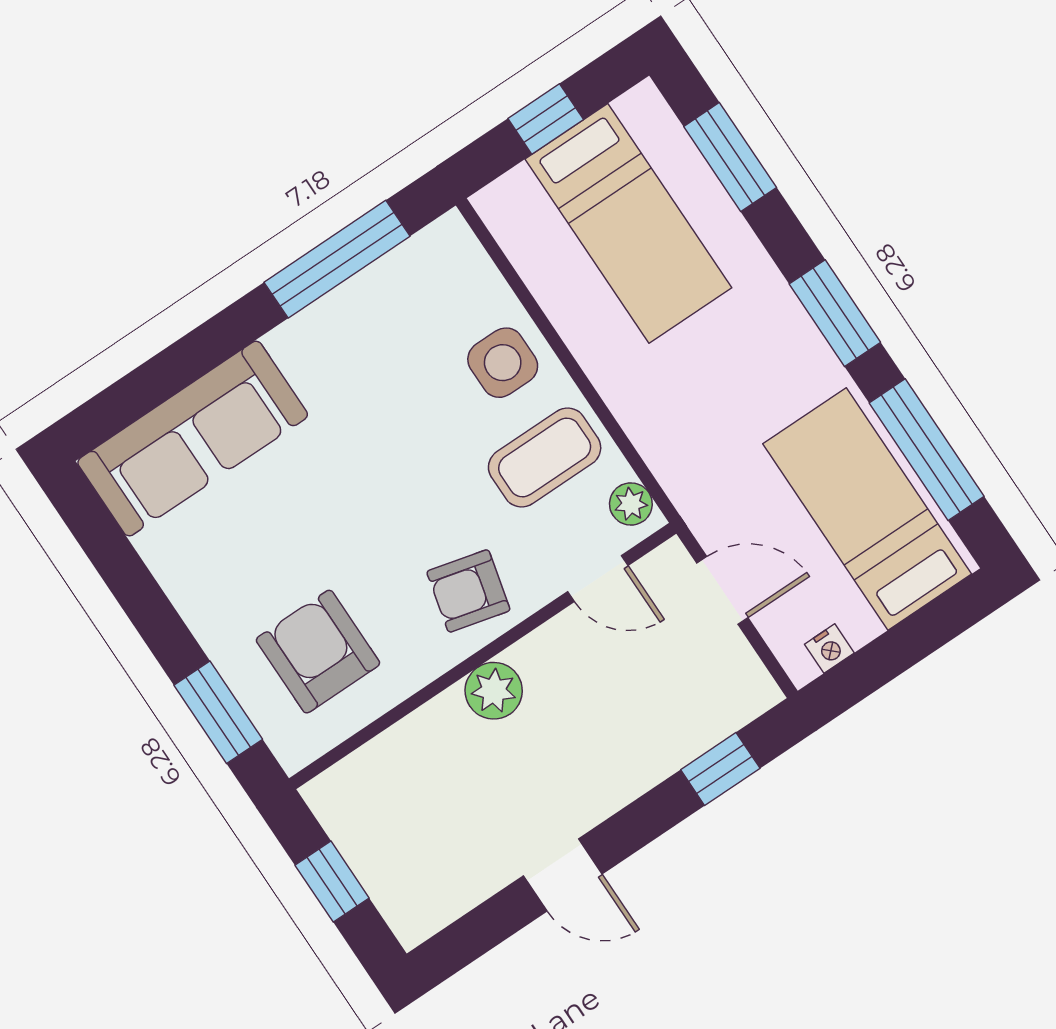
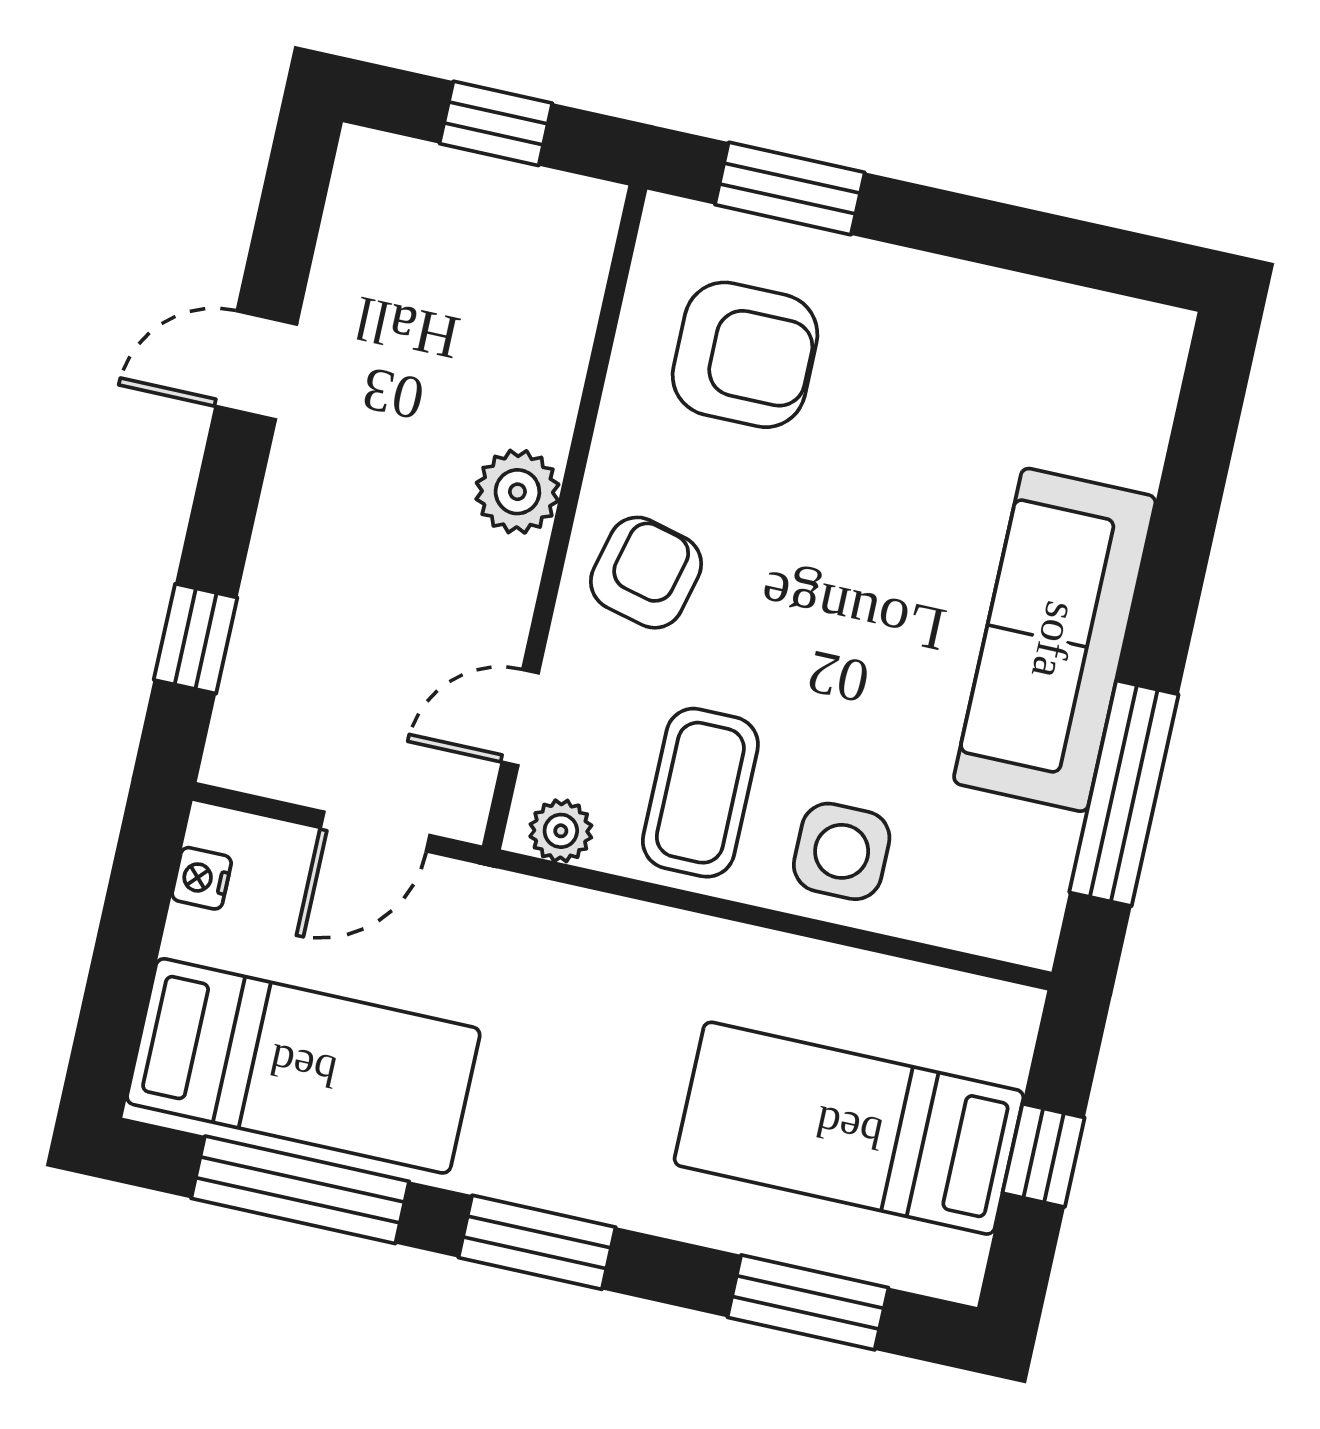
sofa: (193, 439) -> (1055, 640), moved

